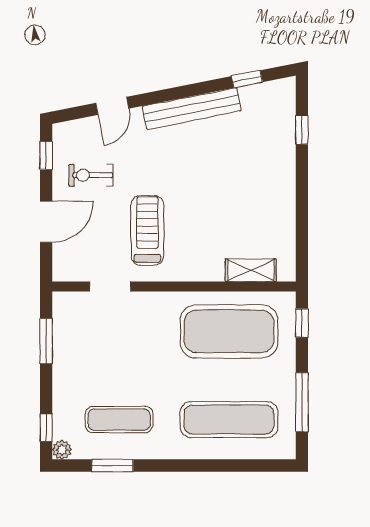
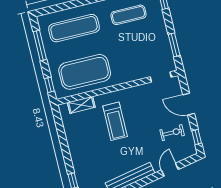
door: (46, 222) -> (189, 104), hinge flipped
treadmill: (147, 230) -> (115, 121), moved
doorway: (110, 286) -> (161, 77), moved

